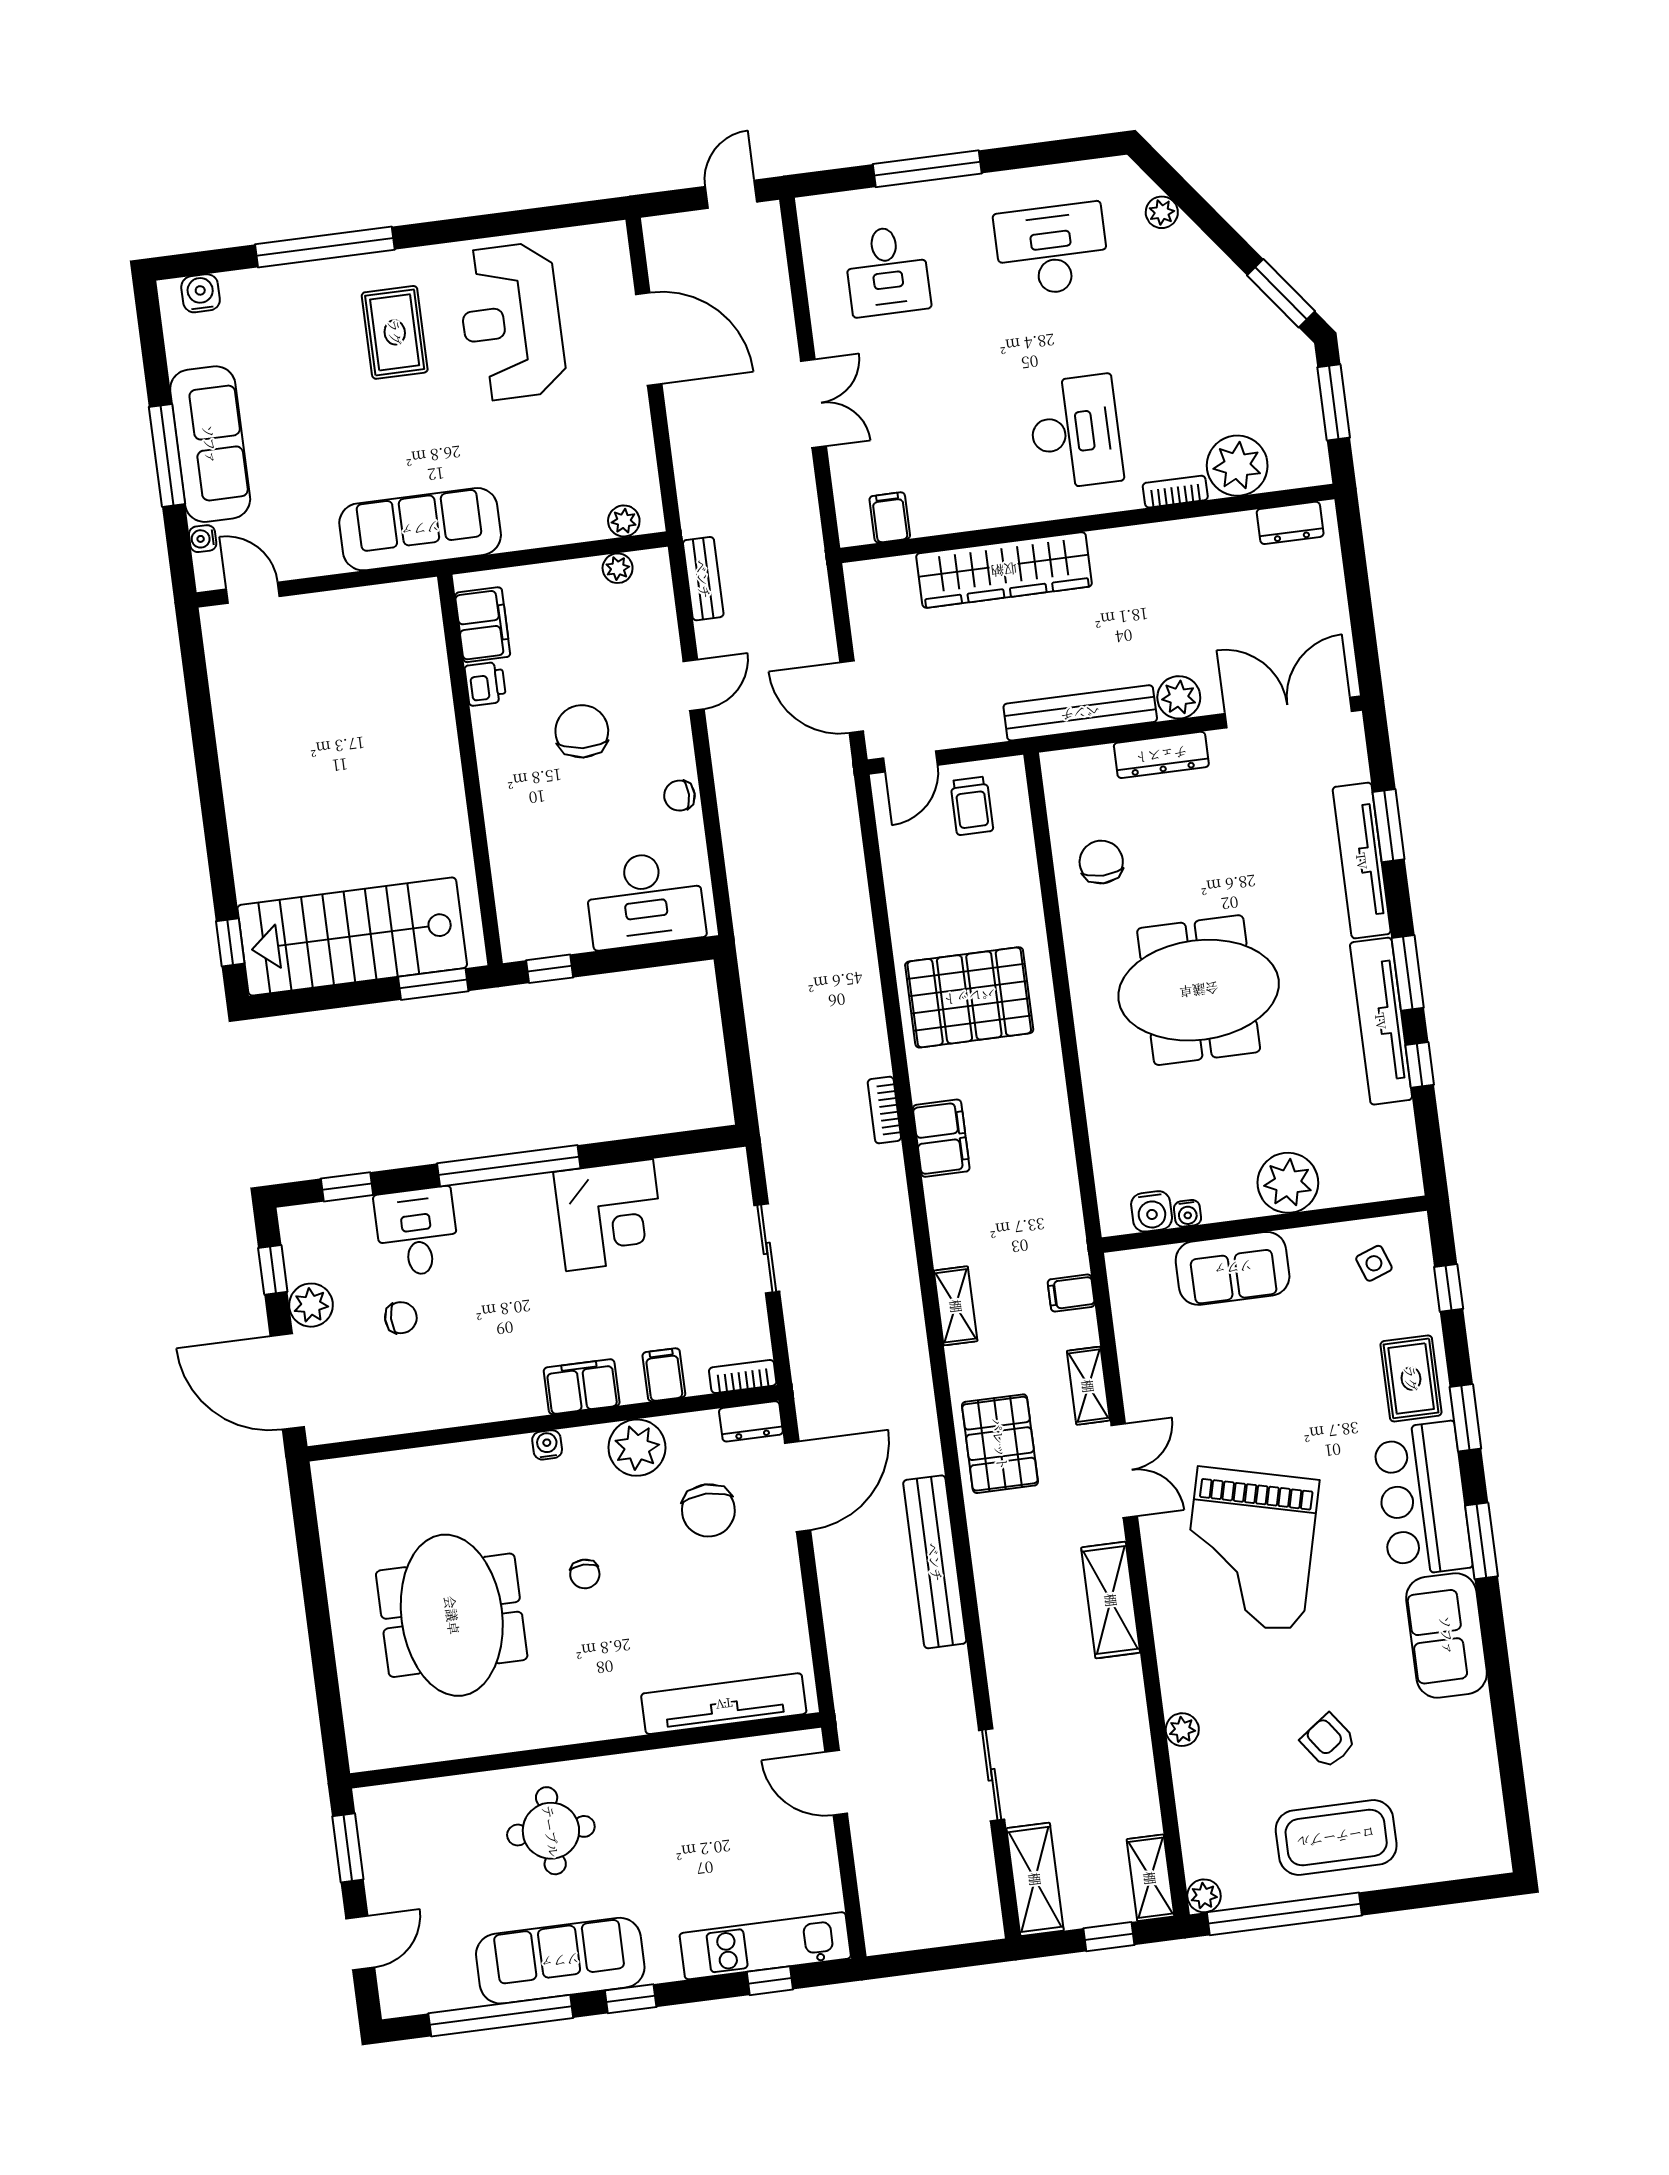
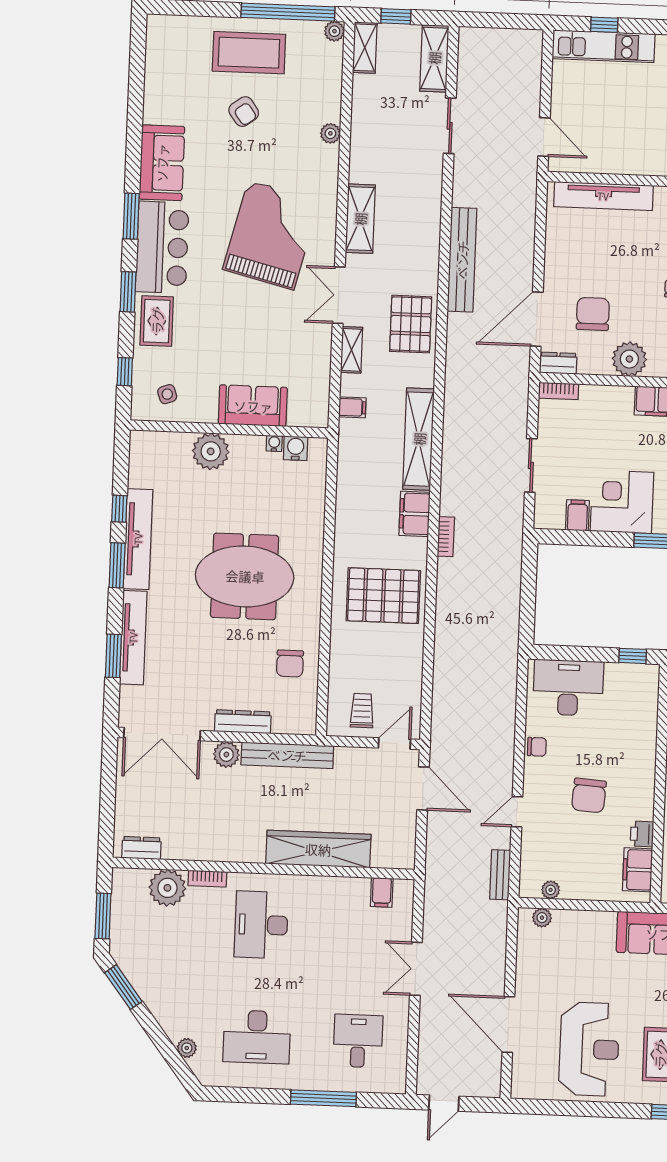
shelving: (956, 1306) -> (419, 439), width x2.20, depth x1.33
filing cabinet: (664, 1375) -> (577, 515), moved, turned 180

